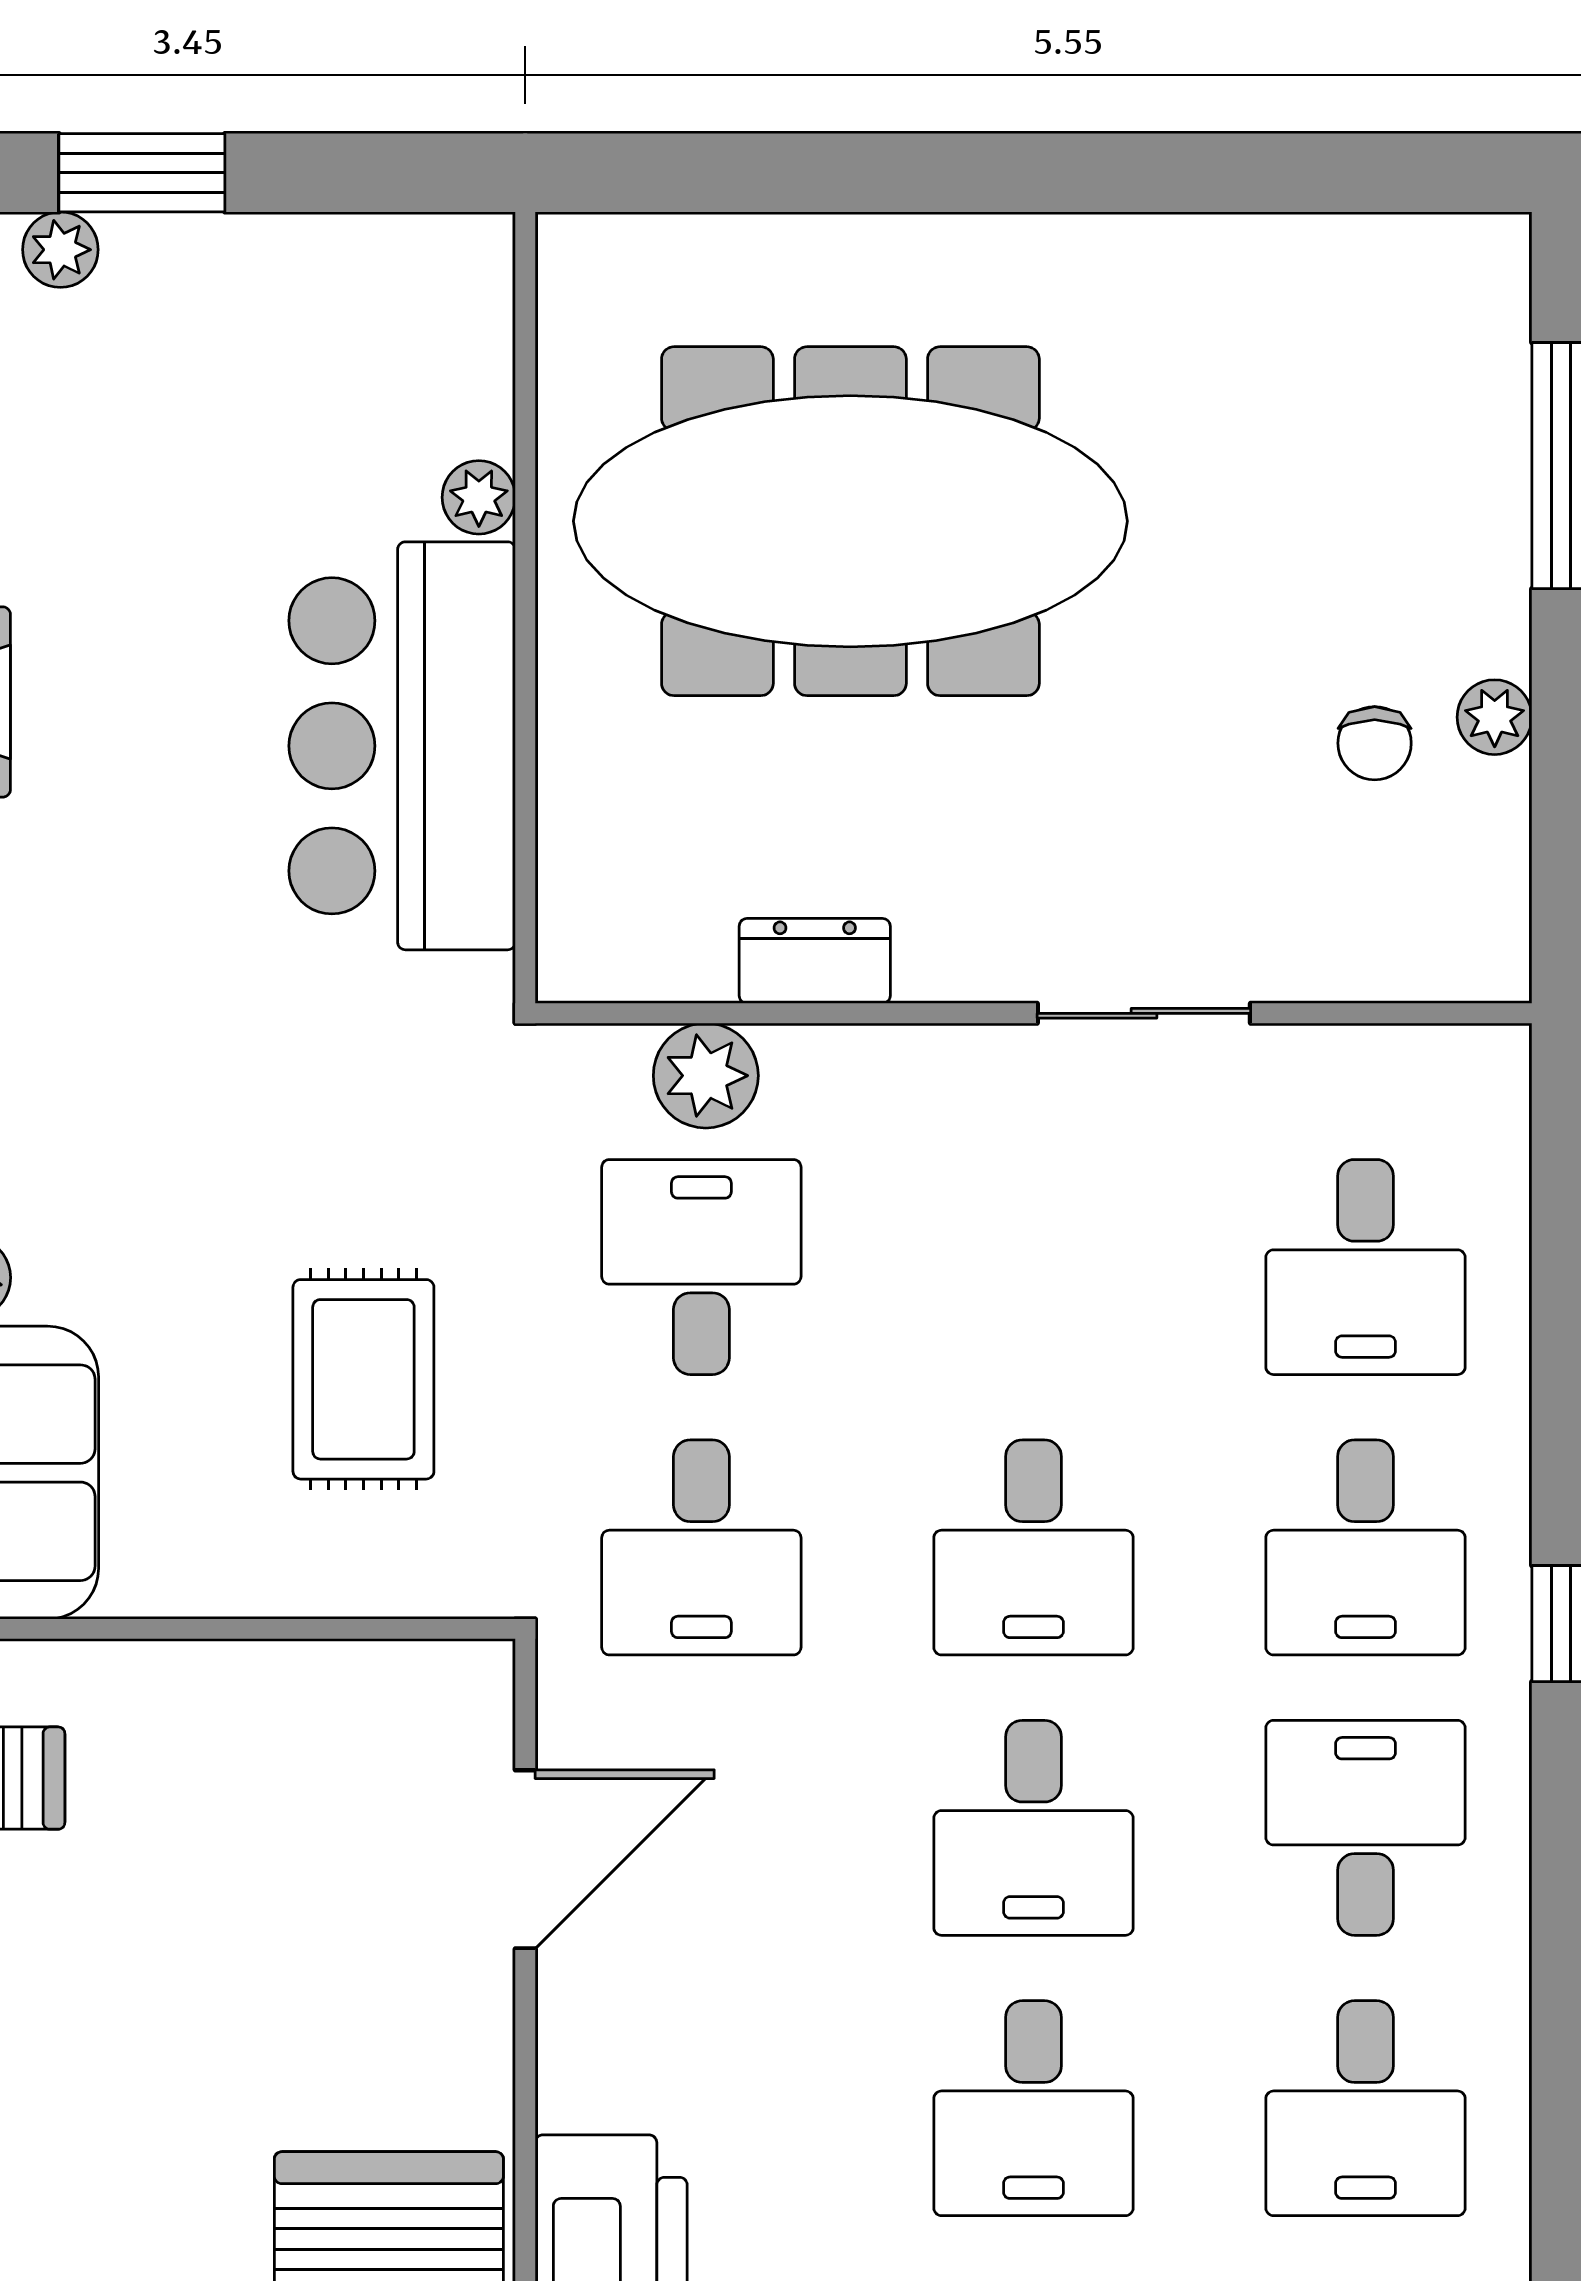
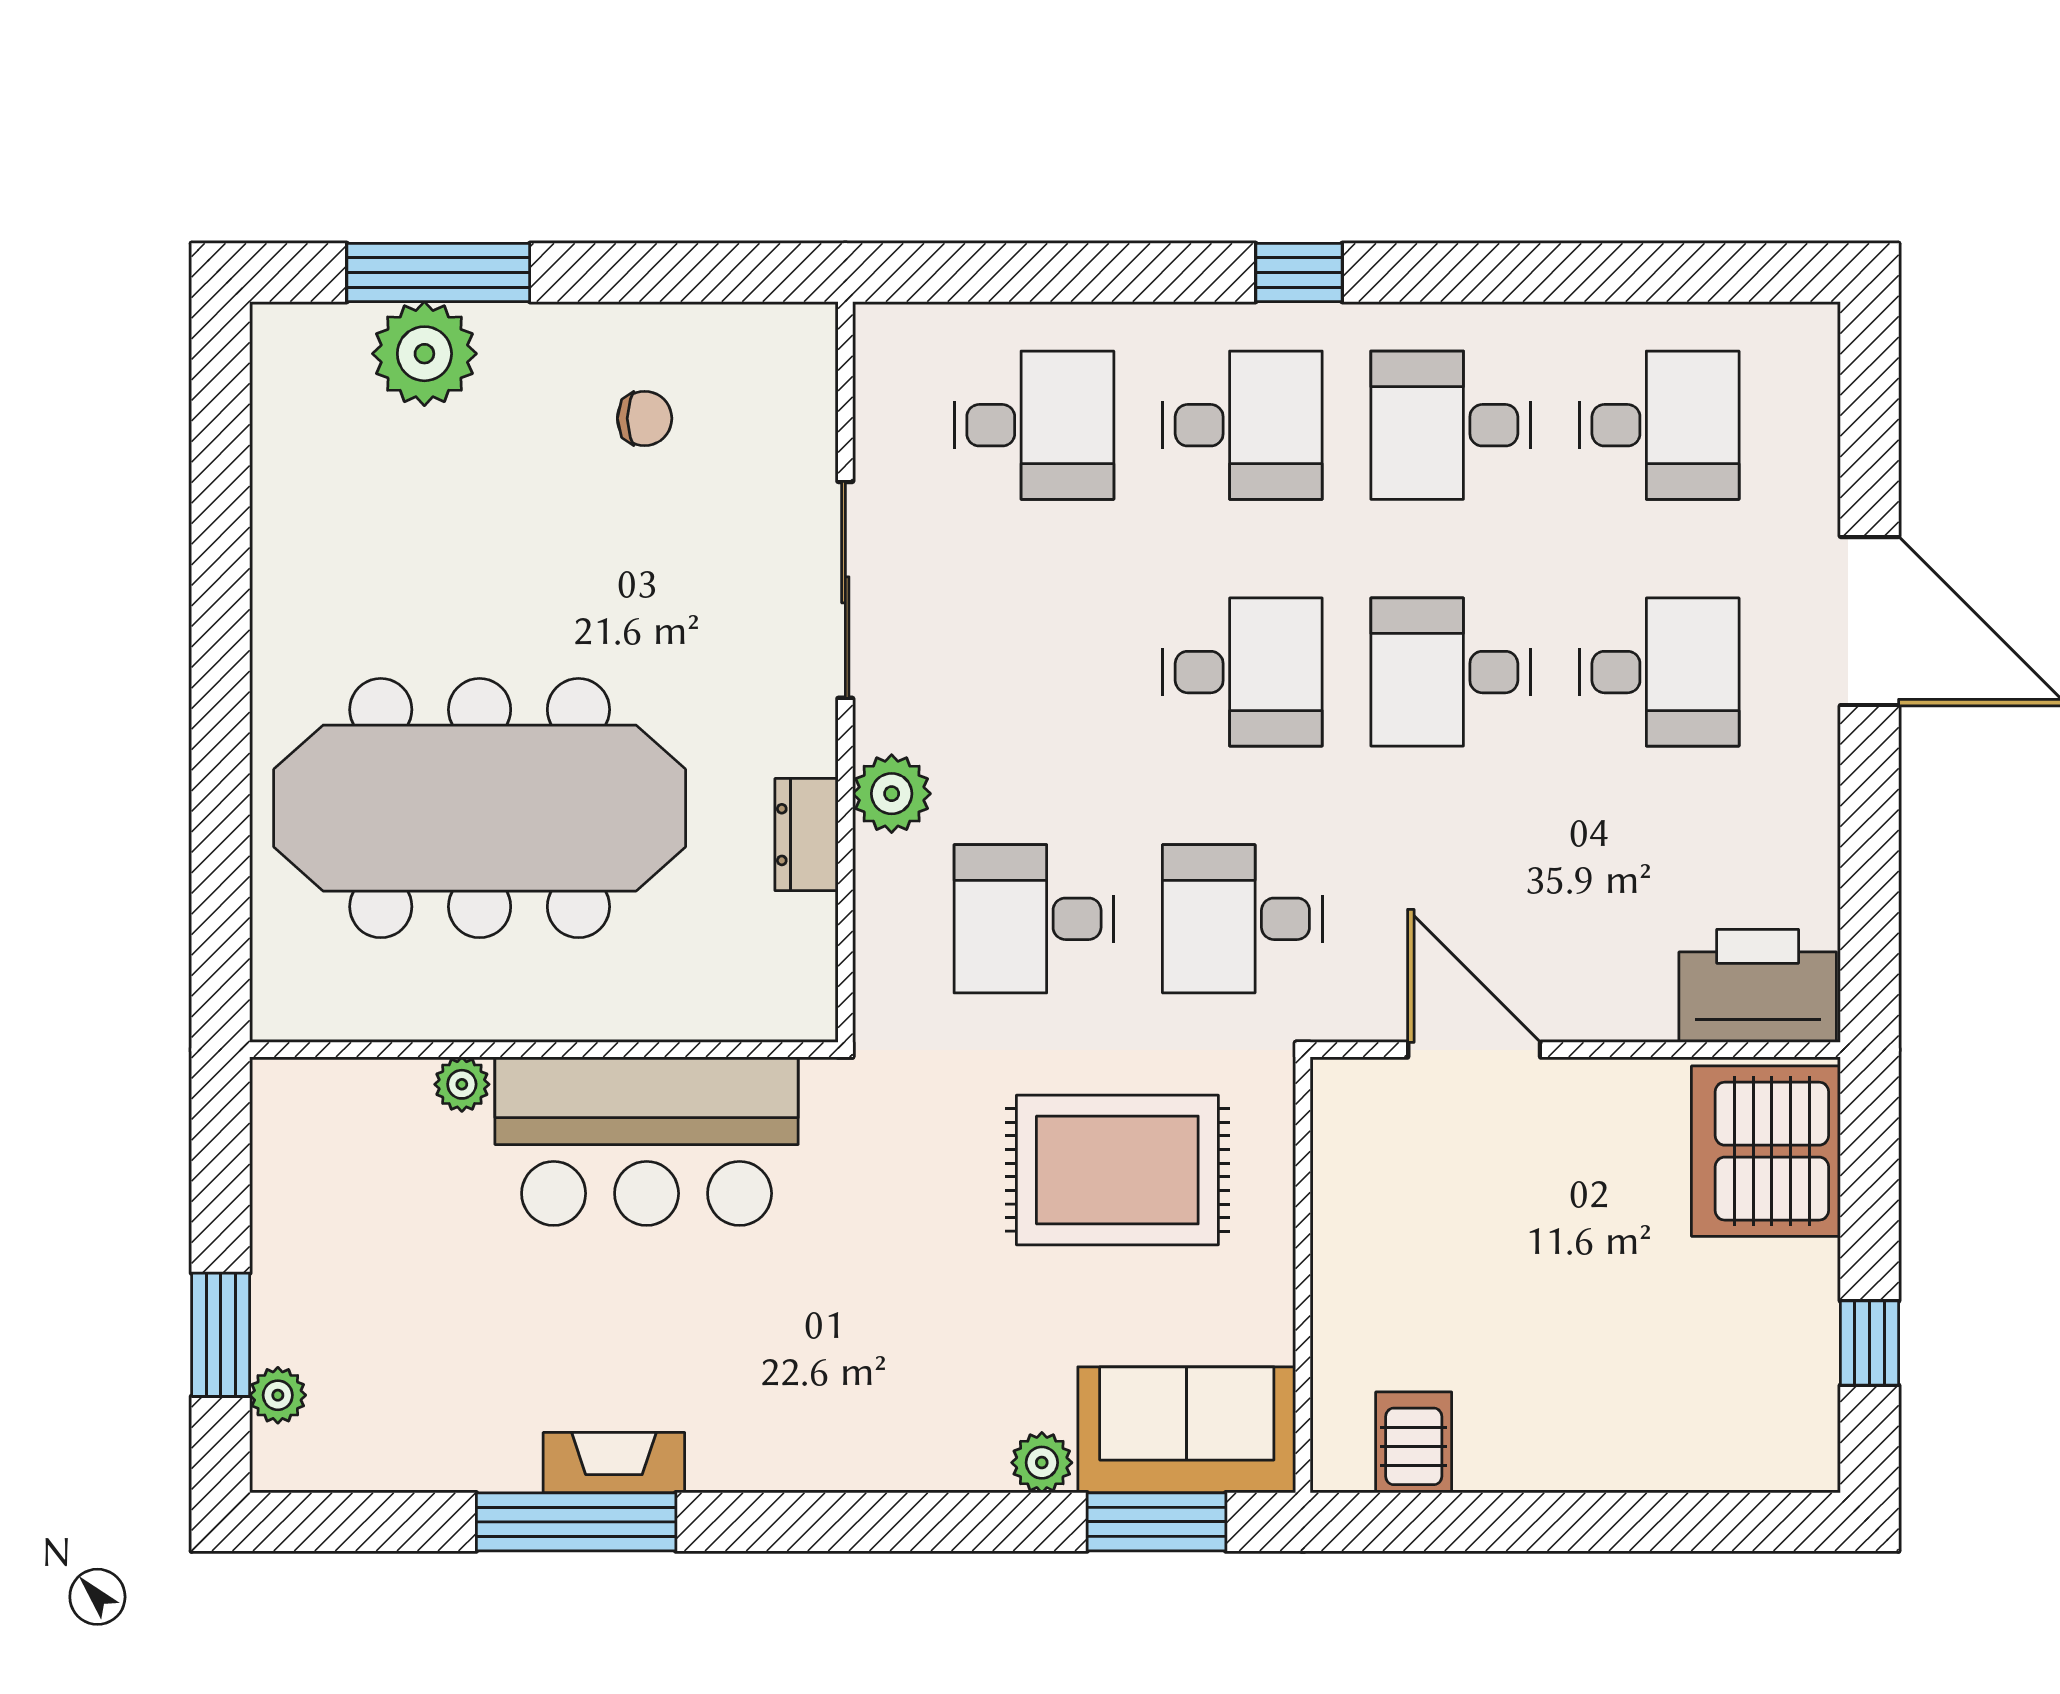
meeting table: (850, 521) -> (480, 808), turned 90
plant: (1495, 717) -> (424, 354), moved, width x1.87, depth x1.87
sliding door: (1144, 1013) -> (845, 590), width x1.37
plant: (706, 1076) -> (892, 794), moved
rug: (363, 1379) -> (1117, 1170), width x1.36, depth x1.43
desk: (701, 1547) -> (1242, 919), turned 180
desk: (1033, 1828) -> (1451, 672), turned 180

